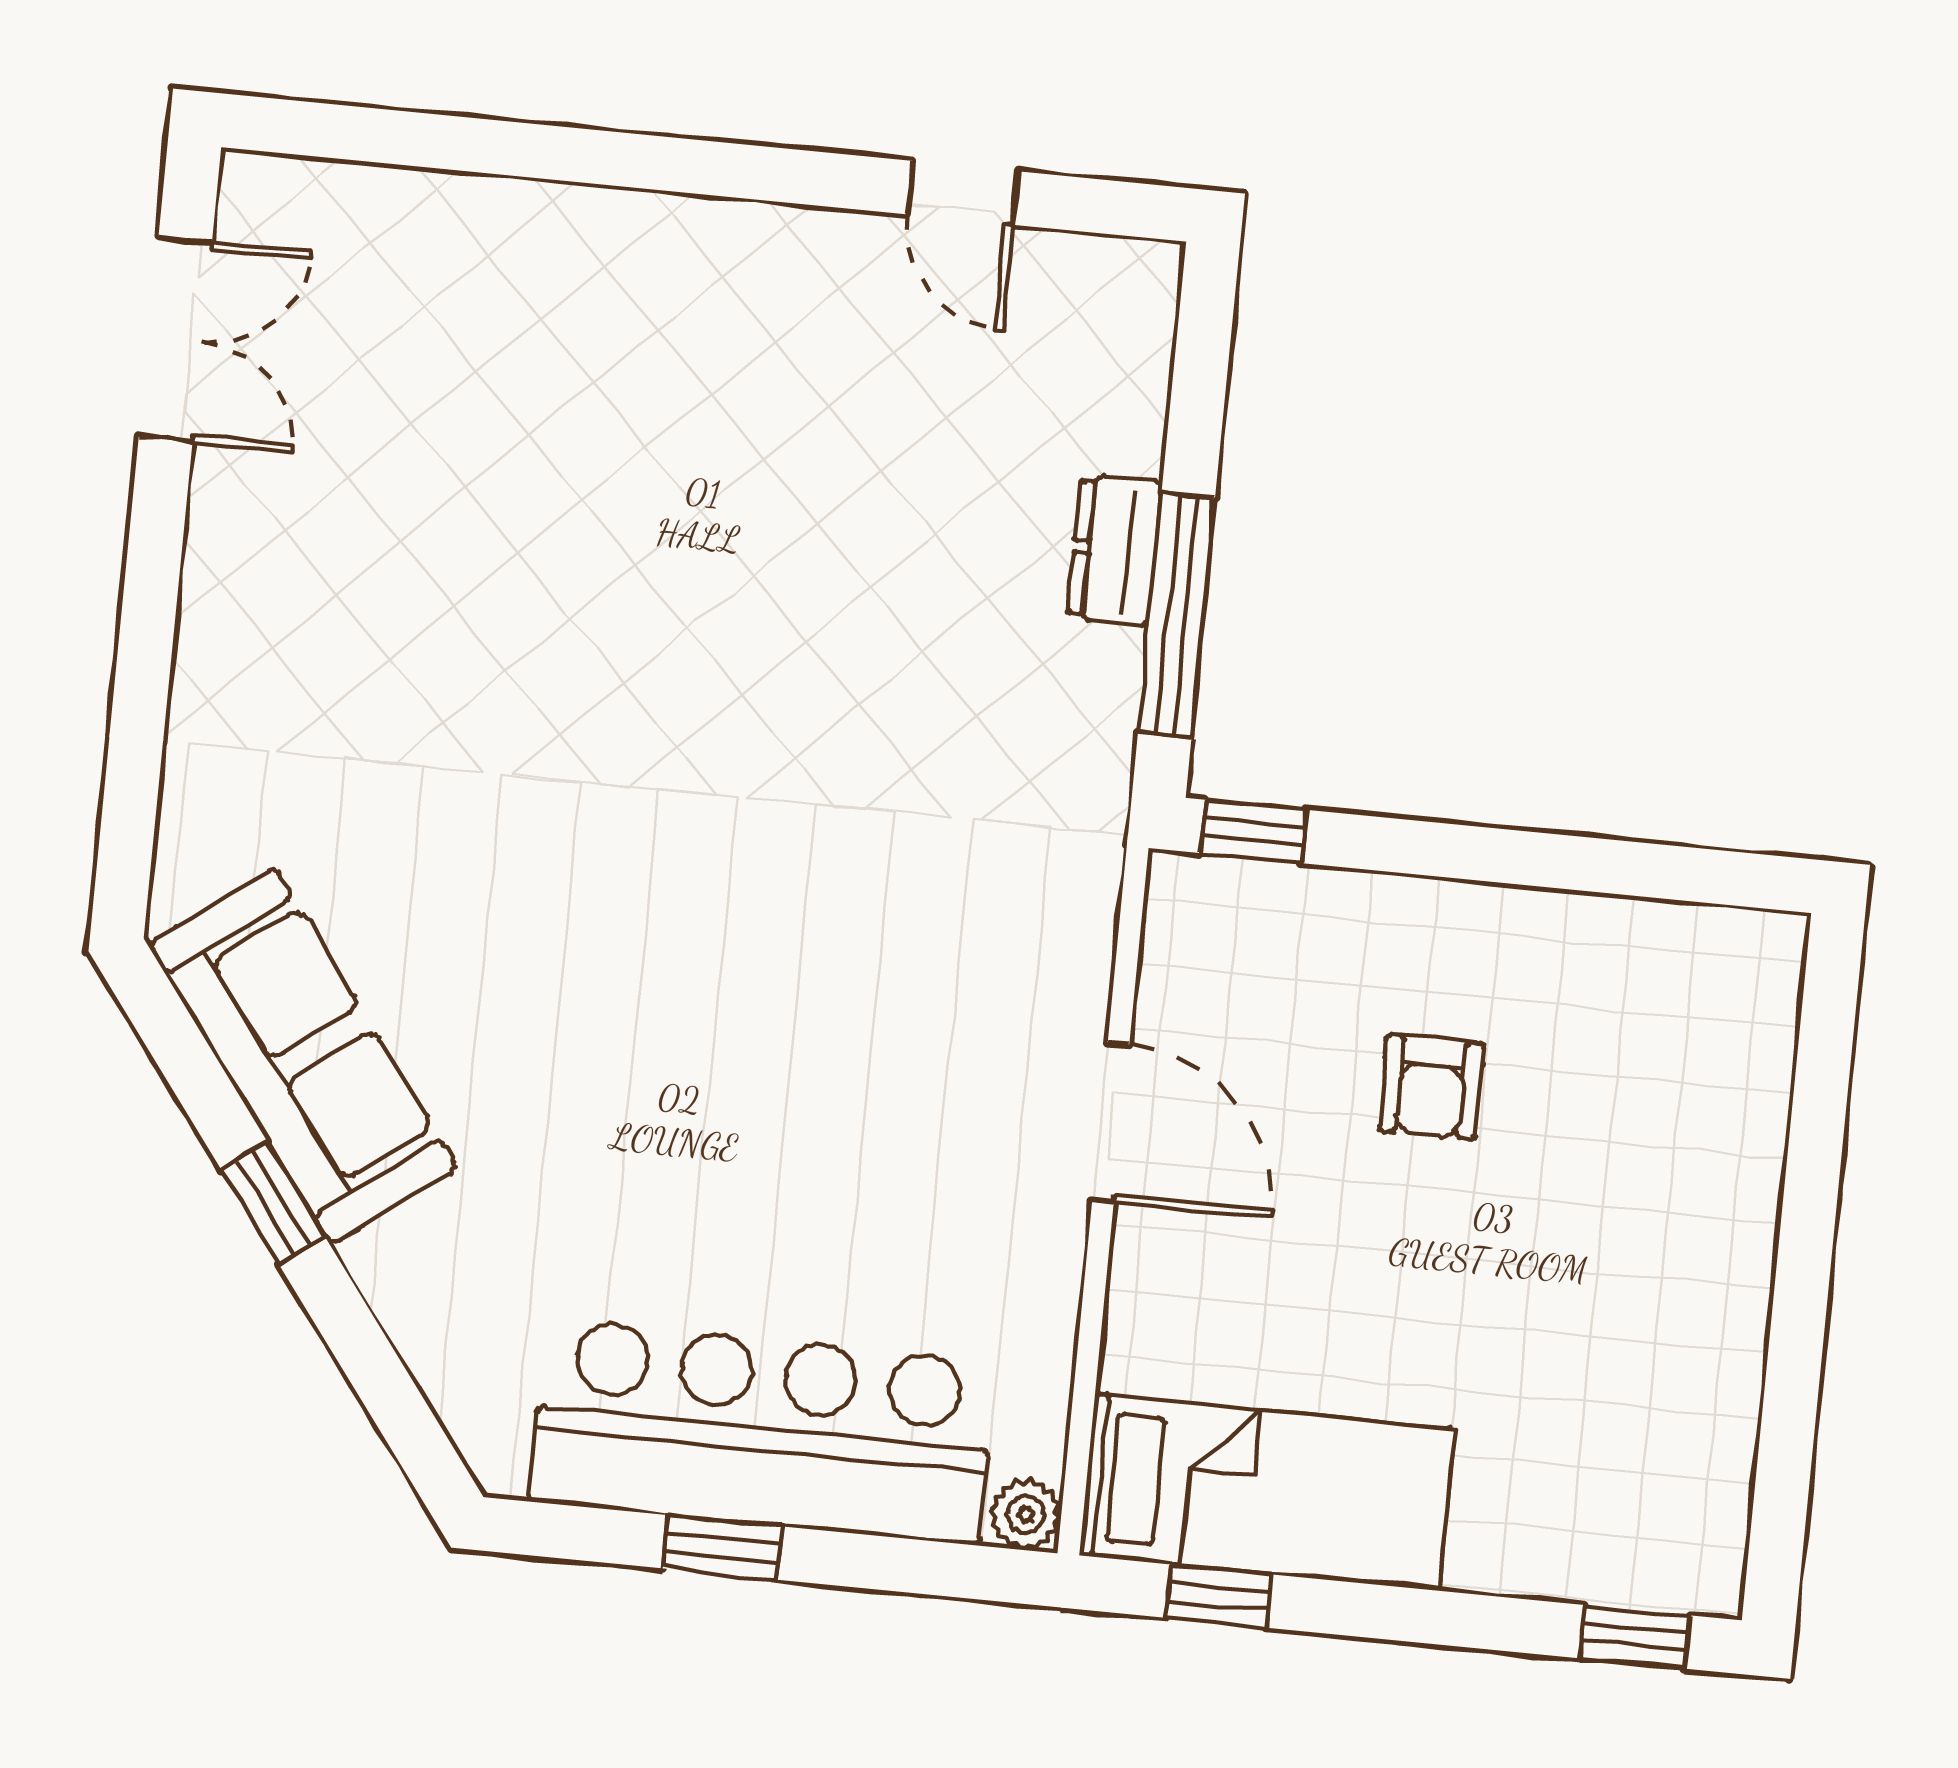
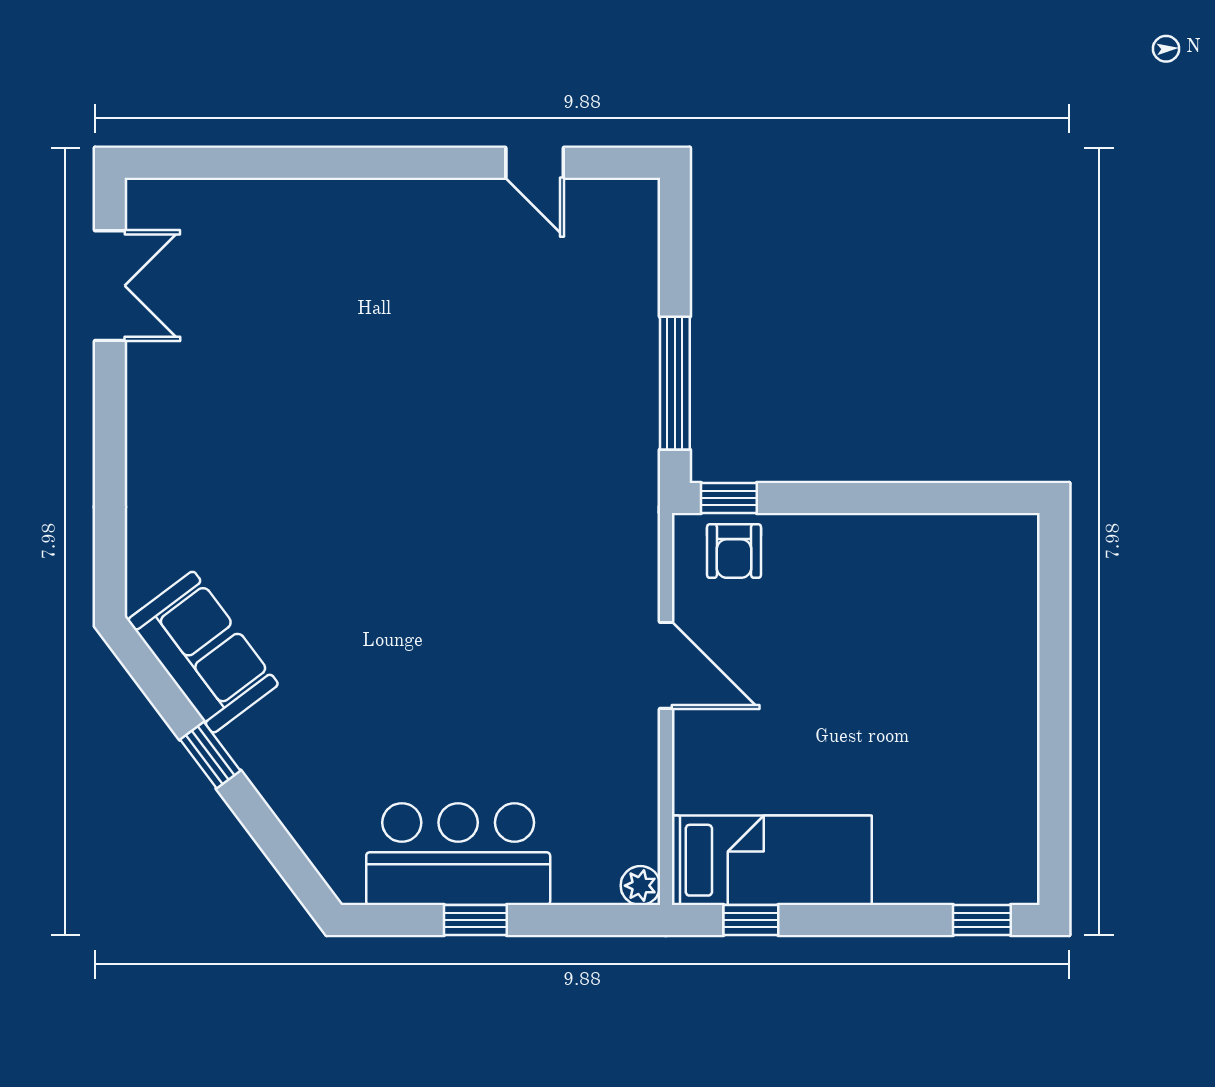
dresser: (1115, 550) -> (638, 351), removed
sofa: (303, 1056) -> (203, 652), width x0.73
armchair: (1431, 1087) -> (734, 551), moved
bar counter: (763, 1432) -> (458, 854), width x0.73

